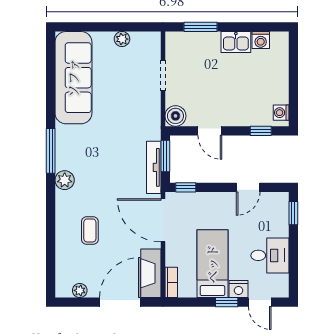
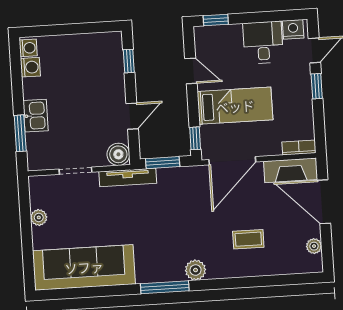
kitchen sink: (236, 42) -> (36, 116), moved
washing machine: (281, 113) -> (28, 48), moved, turned -90
tv unit: (154, 167) -> (128, 177), moved
bed: (212, 264) -> (235, 106), moved, turned 180
nightstand: (239, 289) -> (293, 29), moved, turned -90

